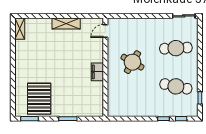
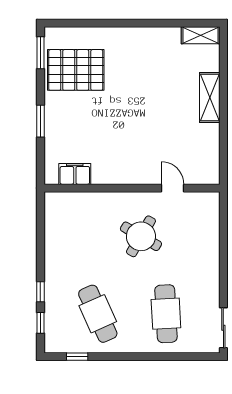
shelving: (66, 24) -> (210, 97), moved
door: (105, 31) -> (173, 188), moved
filing cabinet: (97, 72) -> (75, 174), moved
cafe table: (176, 86) -> (98, 314), turned -36

